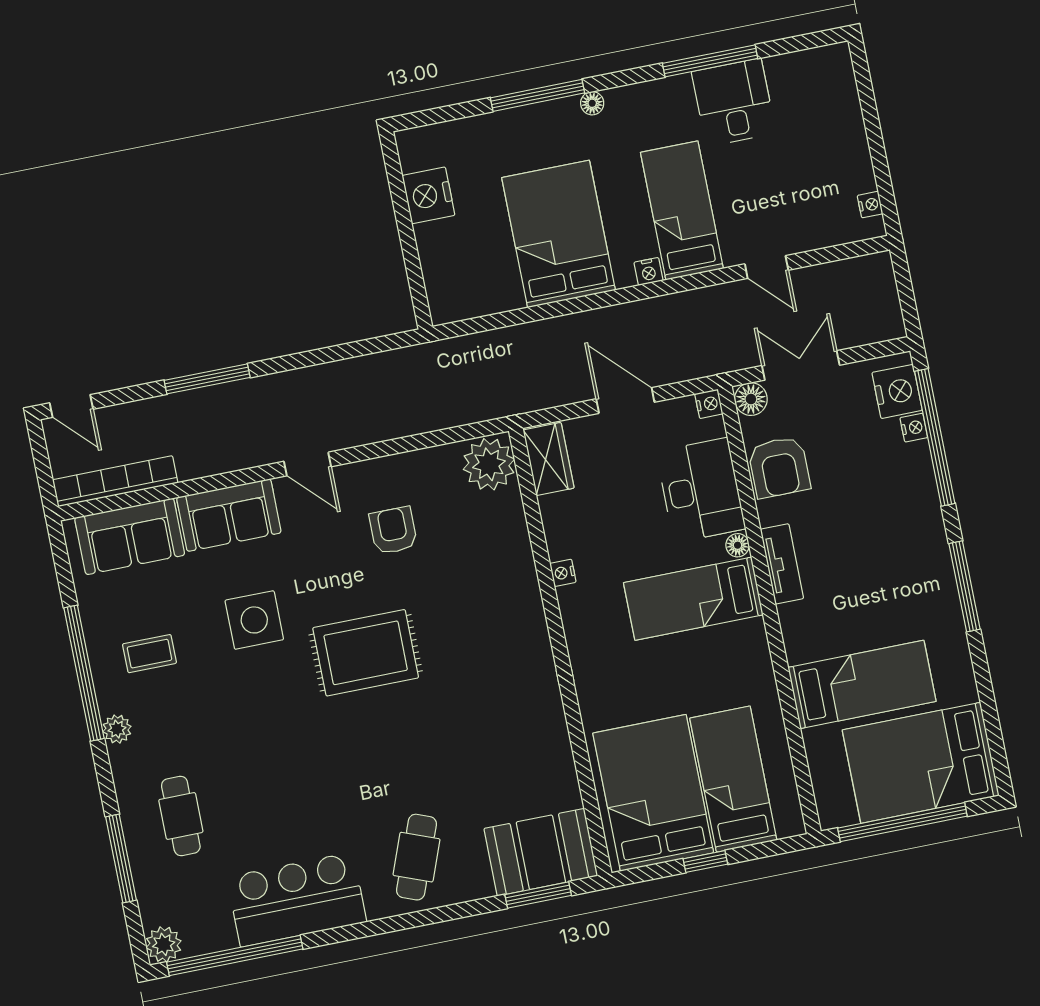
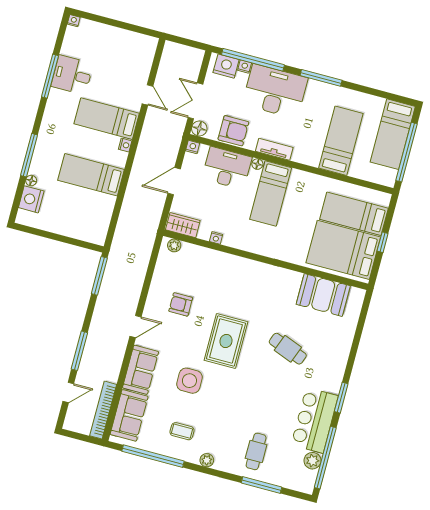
floor lamp: (592, 103) -> (31, 181), moved
nightstand: (428, 195) -> (31, 199), moved, turned 90
nightstand: (870, 205) -> (74, 21), moved
bed: (559, 234) -> (91, 175), width x0.67
door: (767, 267) -> (147, 95), hinge flipped
window: (371, 346) -> (99, 276), added
door: (71, 406) -> (68, 392), moved
plant: (489, 464) -> (174, 245), width x0.53, depth x0.53
desk: (895, 510) -> (275, 91), added
nightstand: (563, 573) -> (216, 238), moved
coffee table: (149, 654) -> (182, 431), turned 90
window: (84, 673) -> (153, 456), moved
bed: (921, 763) -> (393, 134), width x0.67
cafe table: (181, 816) -> (256, 451), turned 90
booth: (541, 852) -> (323, 295), moved, turned 90
cafe table: (416, 857) -> (288, 349), moved
window: (538, 895) -> (341, 398), moved
plant: (164, 944) -> (312, 461), moved

